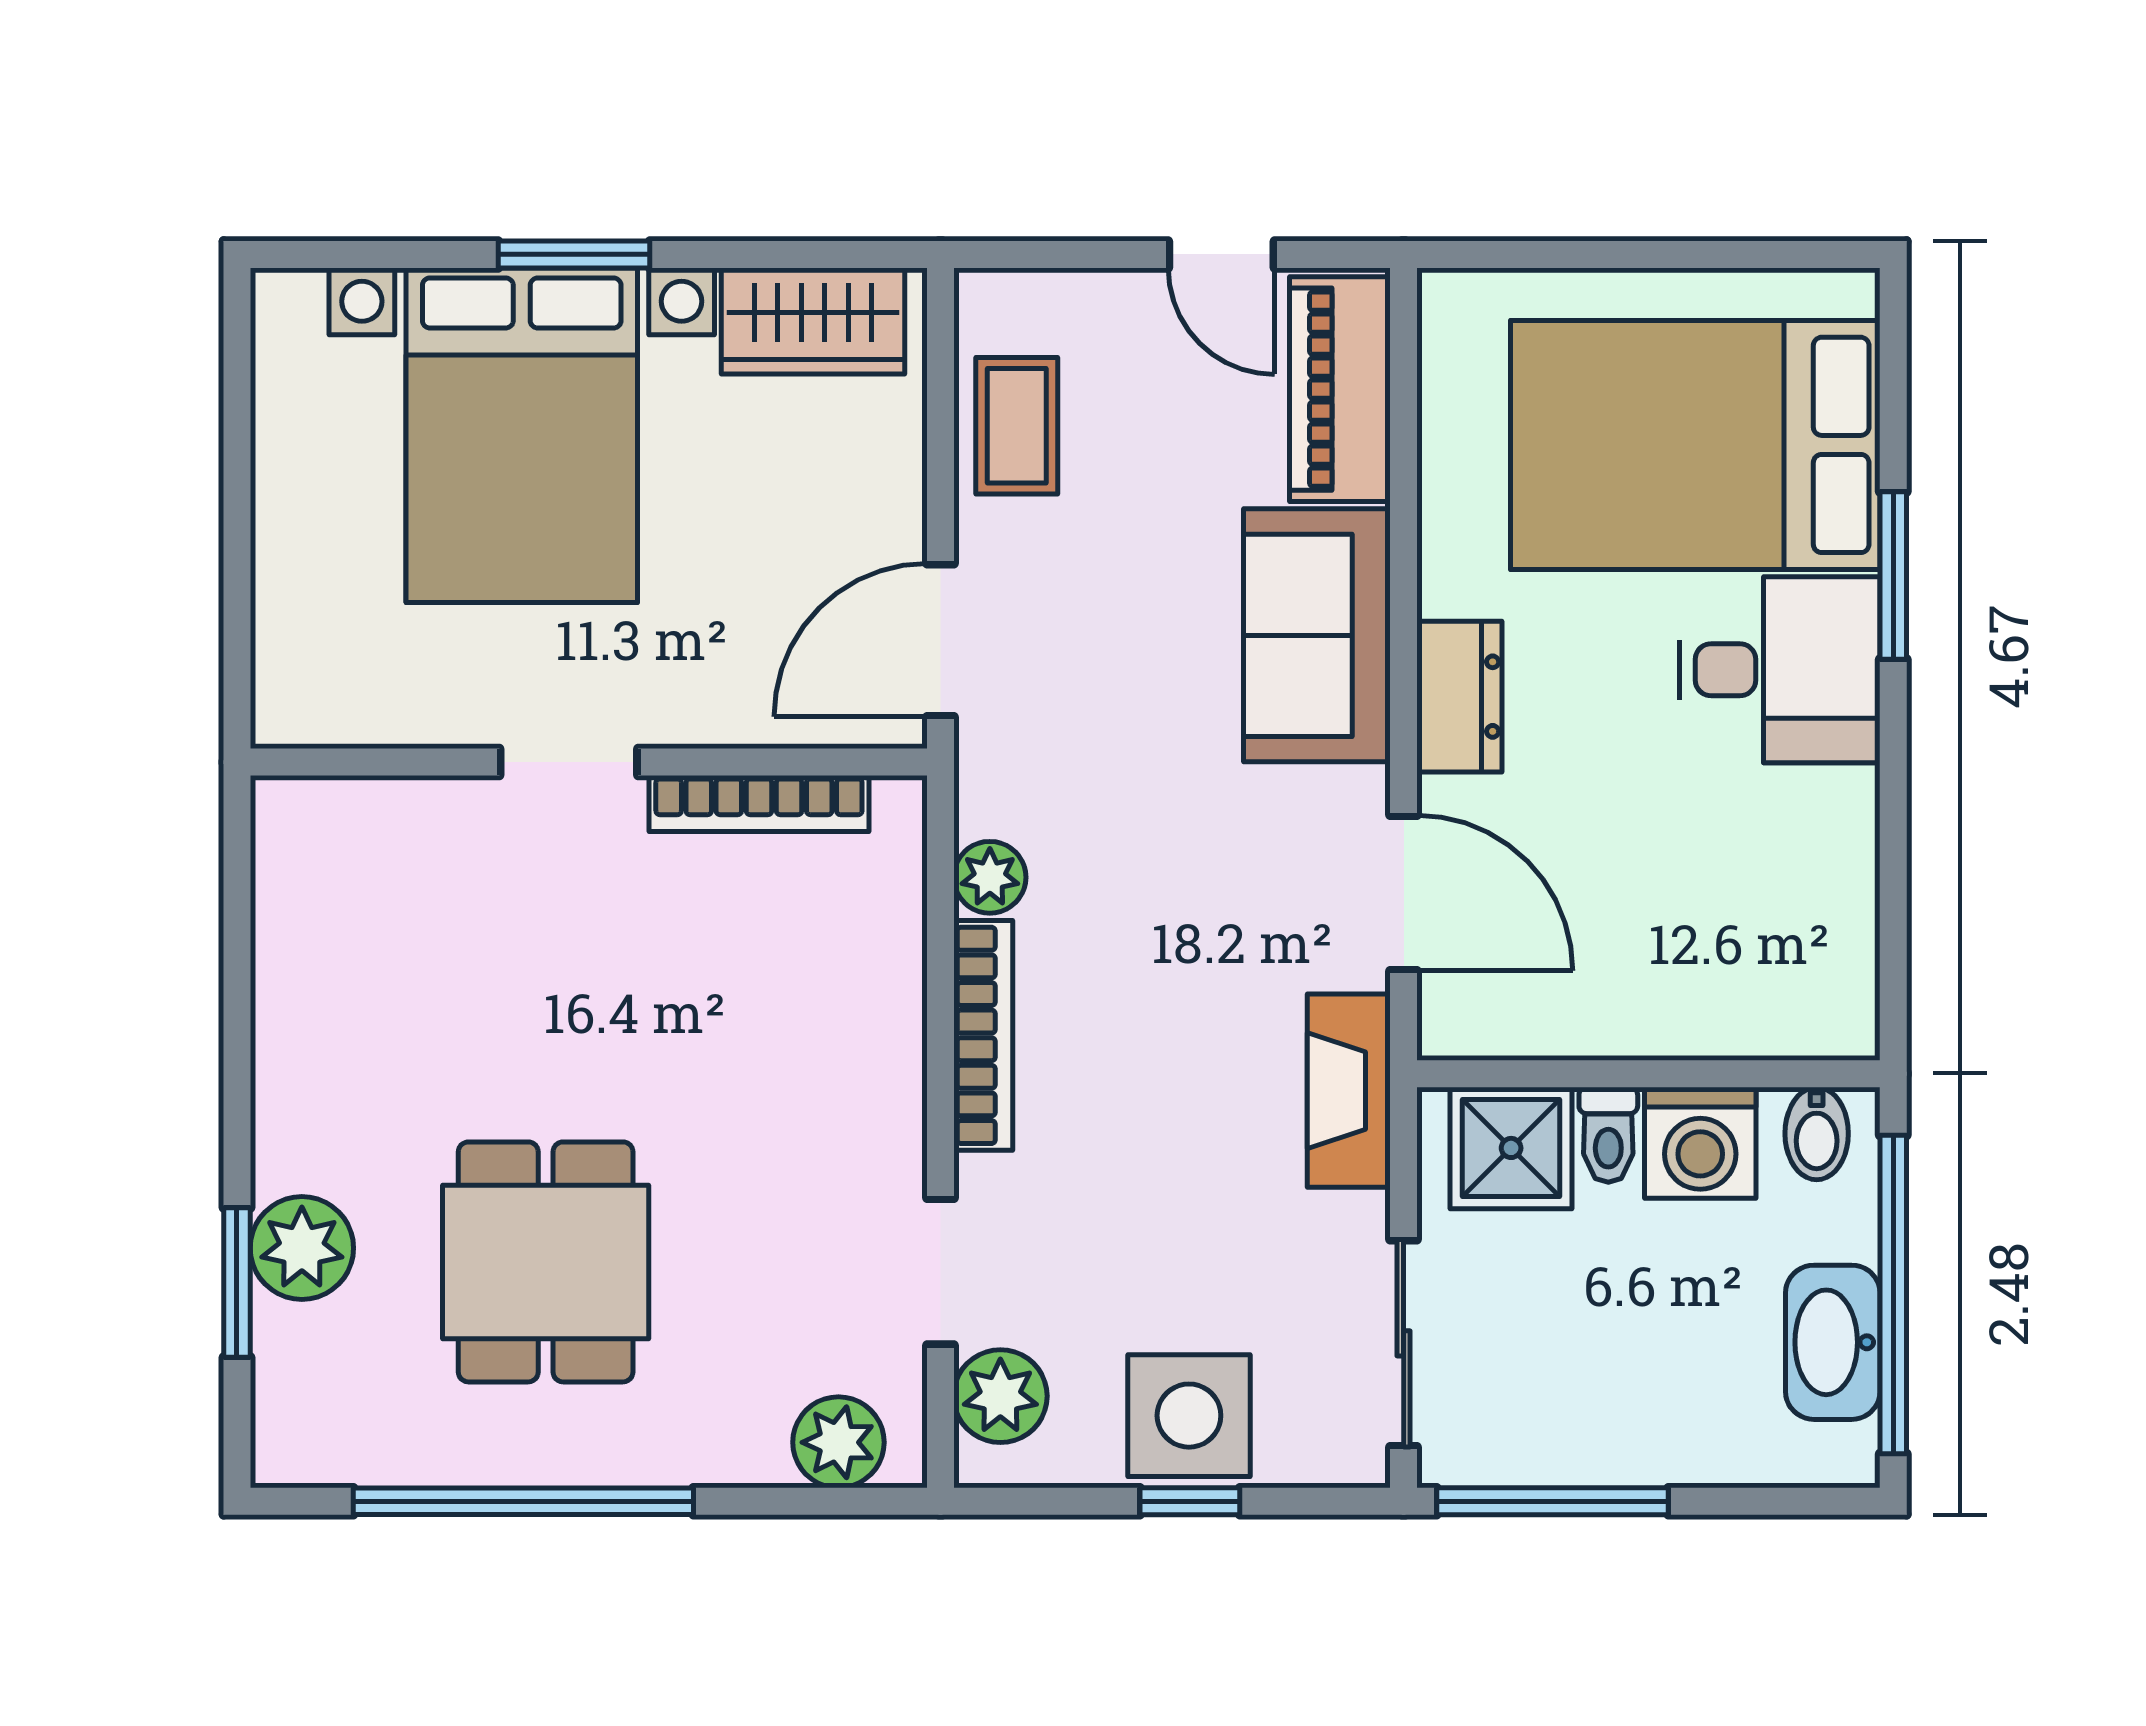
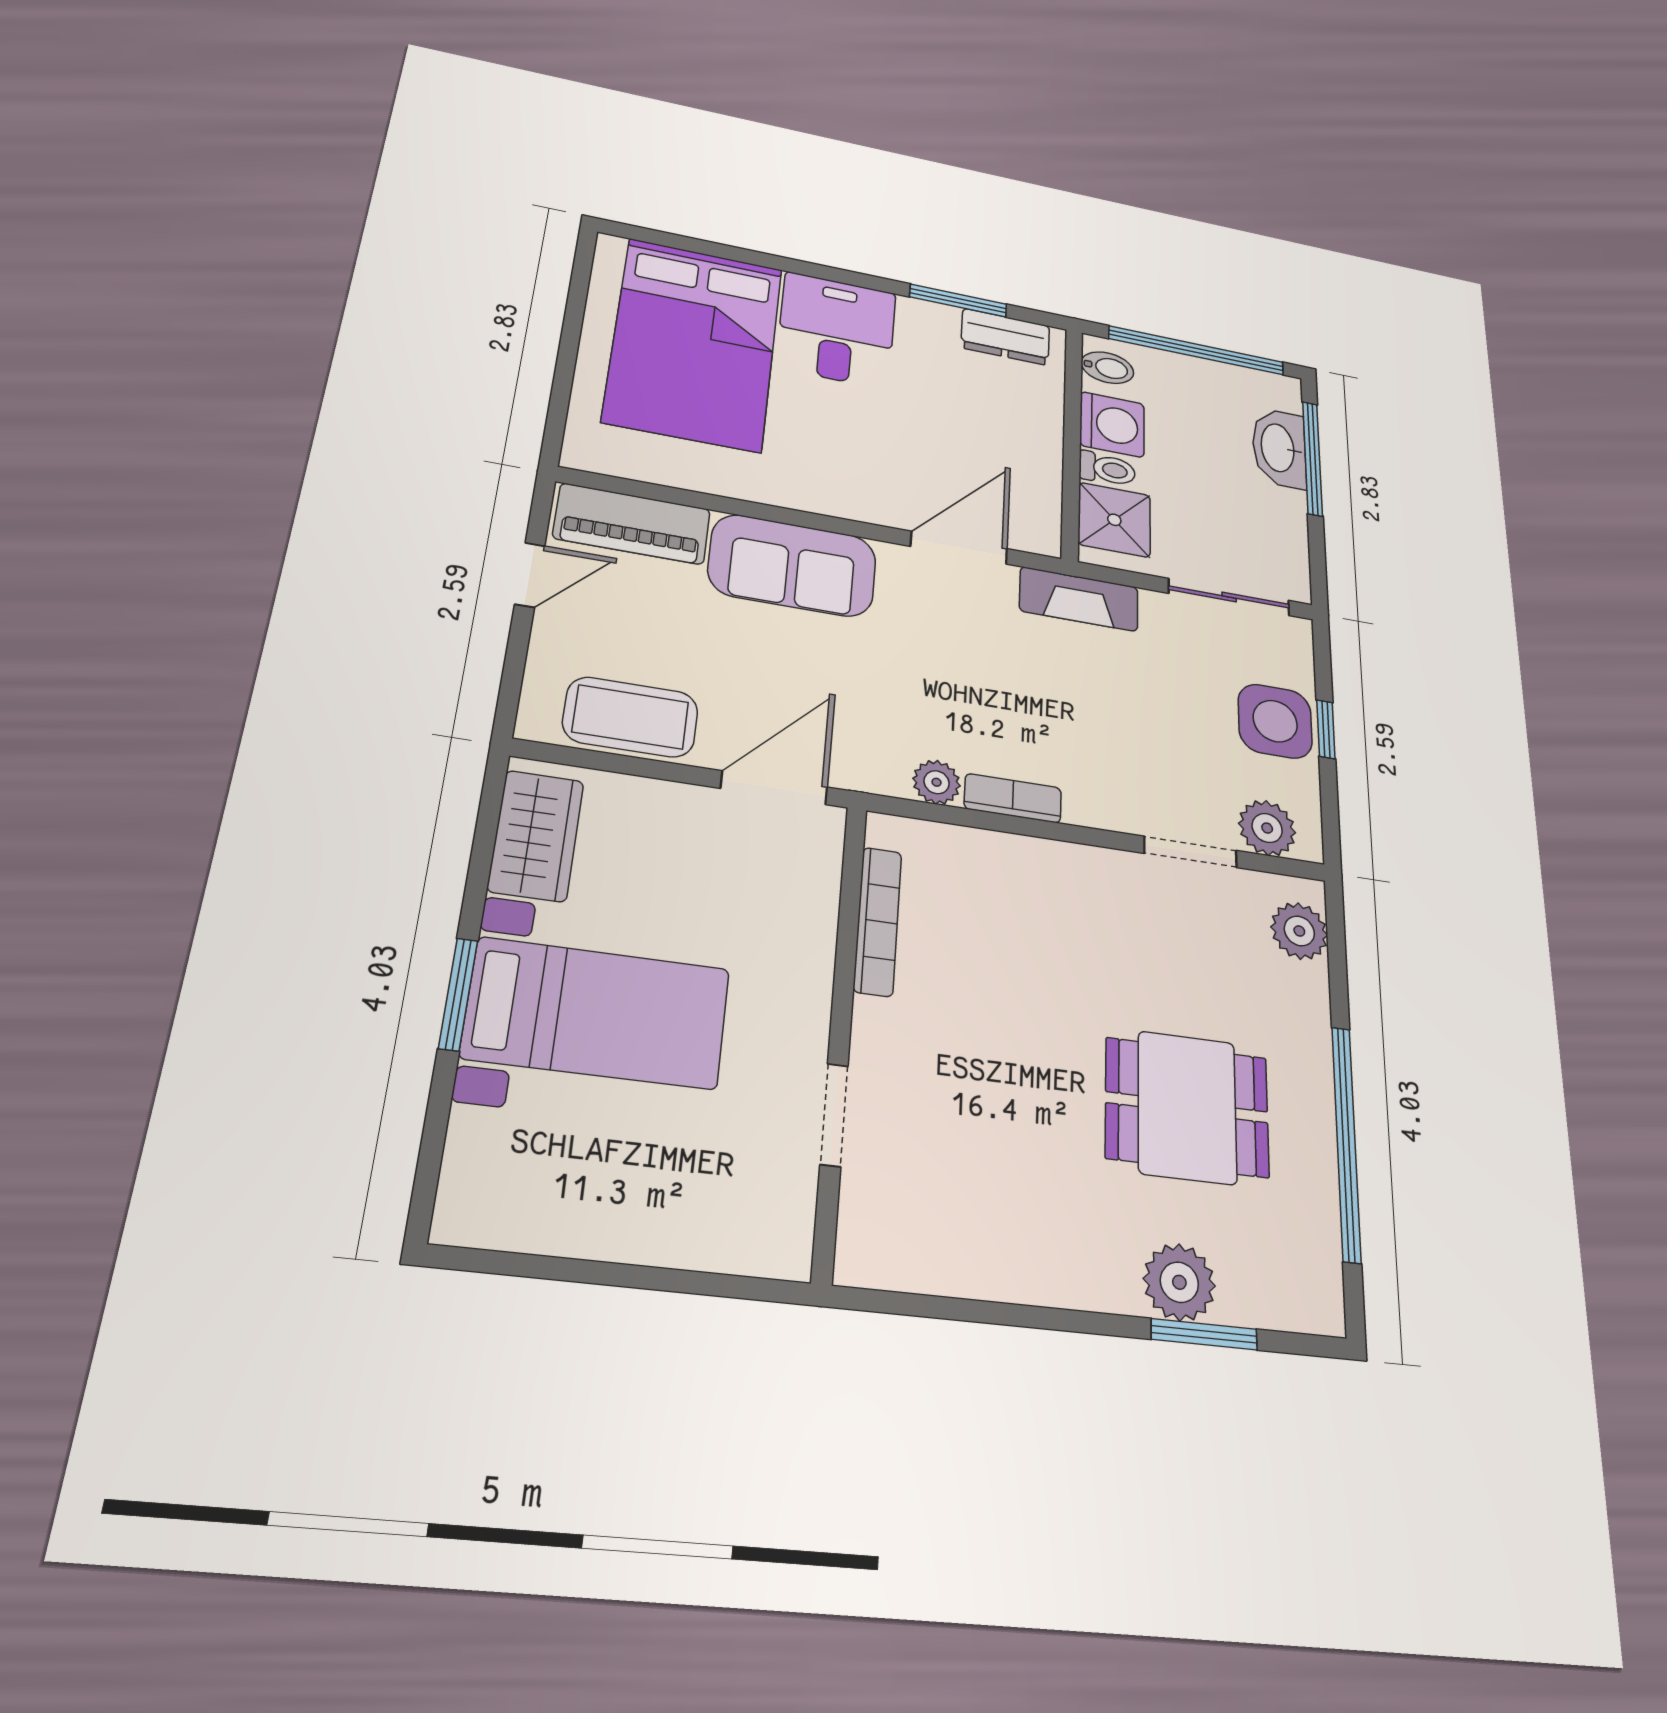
coffee table: (1017, 426) -> (631, 717), width x1.36, depth x1.30
bed with nightstands: (522, 435) -> (597, 1013), width x0.73
window: (1893, 575) -> (958, 301), moved
door: (940, 640) -> (774, 788), swing flipped
dresser: (1459, 697) -> (1005, 337), moved, turned 180
doorway: (569, 762) -> (834, 1115), moved
bookcase: (983, 1035) -> (1013, 798), width x0.64
washbasin: (1833, 1342) -> (1279, 448), moved, turned 90
window: (1552, 1501) -> (1313, 458), moved

